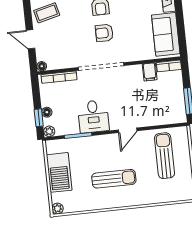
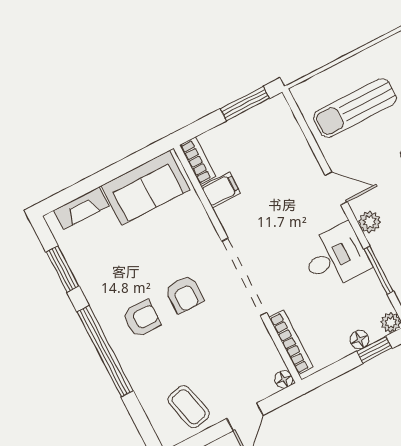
plant: (104, 141) -> (370, 222), added

